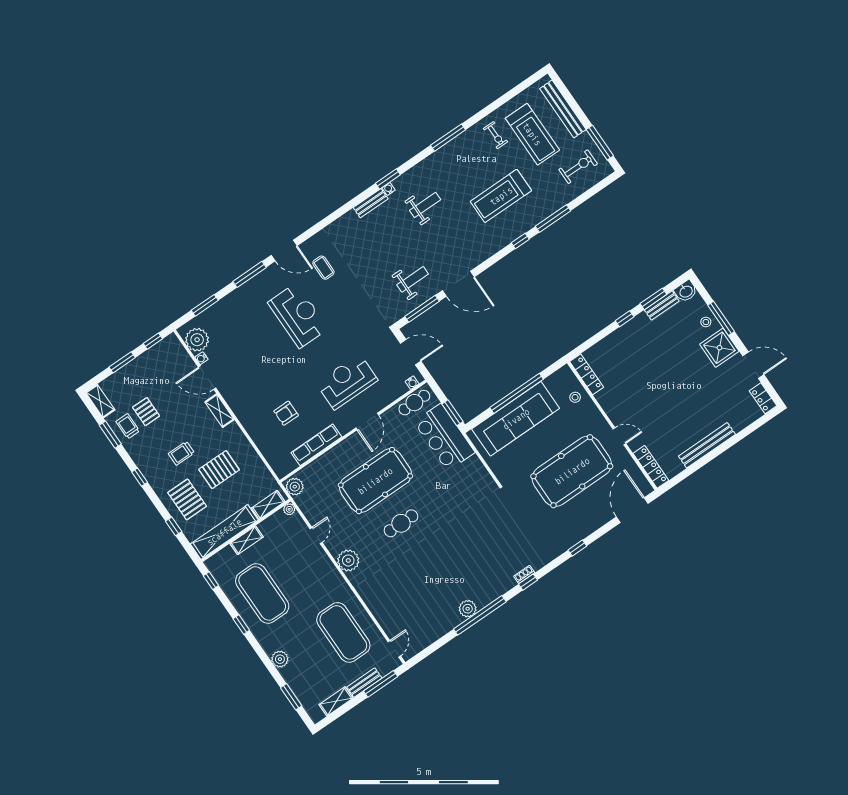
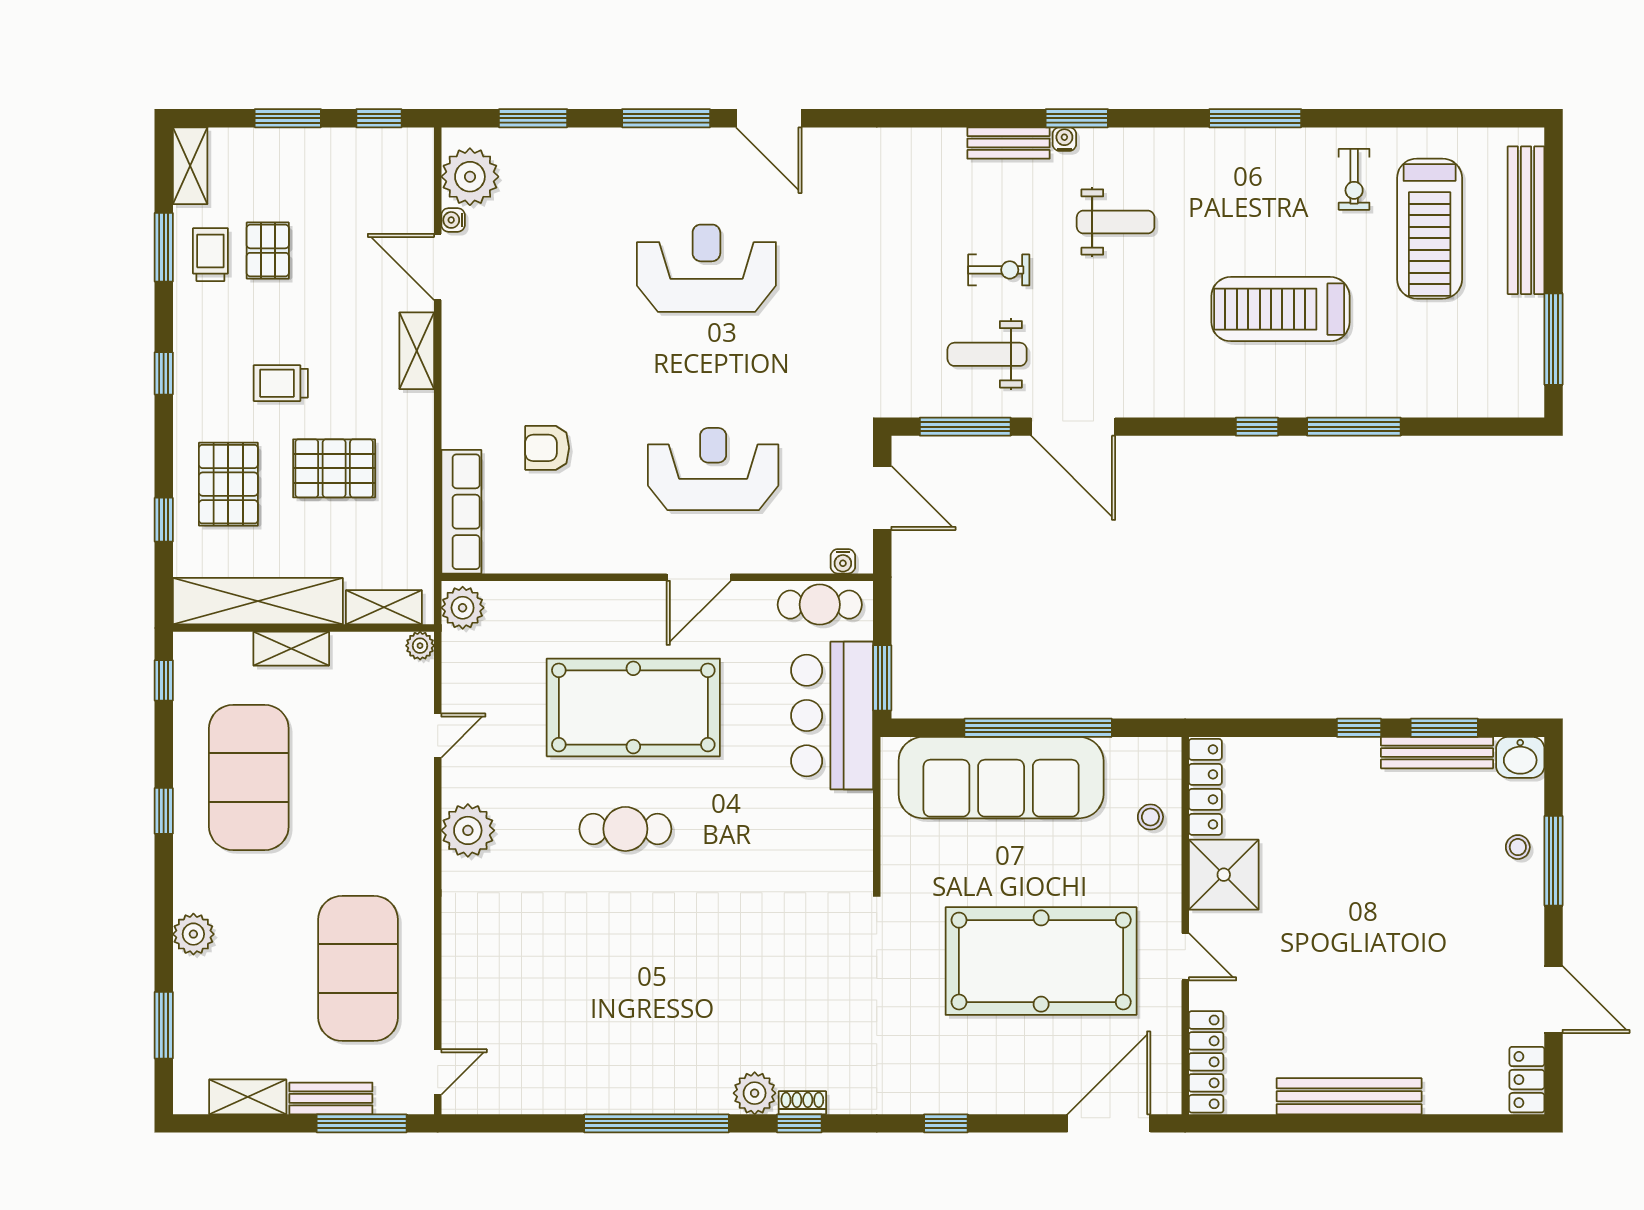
exercise bike: (578, 167) -> (999, 270), moved, width x0.73, depth x0.72
coffee table: (323, 268) -> (824, 207), removed
weight bench: (413, 279) -> (987, 354), turned 180
bench: (662, 305) -> (1437, 753), width x1.36
reception desk: (298, 316) -> (706, 268), turned -90
shower: (719, 348) -> (1224, 875), moved
row of seats: (316, 445) -> (461, 512), moved, turned 90
plant: (468, 609) -> (755, 1093), moved

